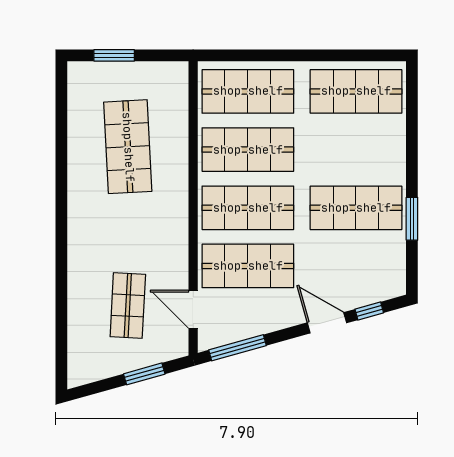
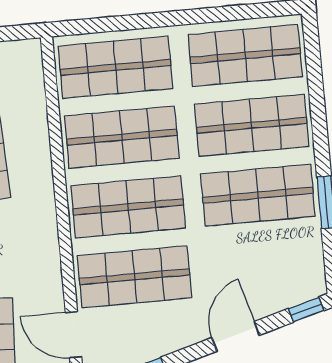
shop shelf: (356, 150) -> (252, 125), added
window: (369, 311) -> (306, 310), moved
door: (327, 323) -> (236, 336), hinge flipped

